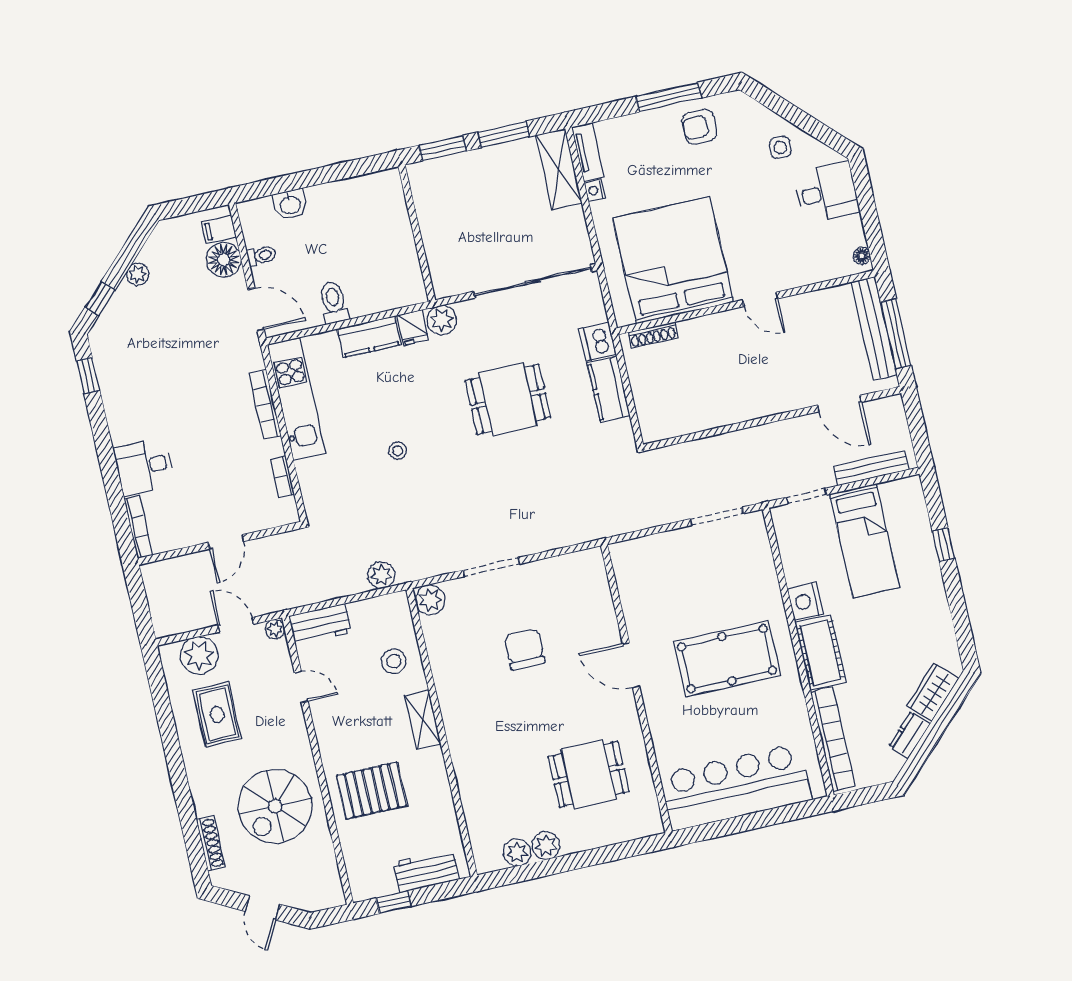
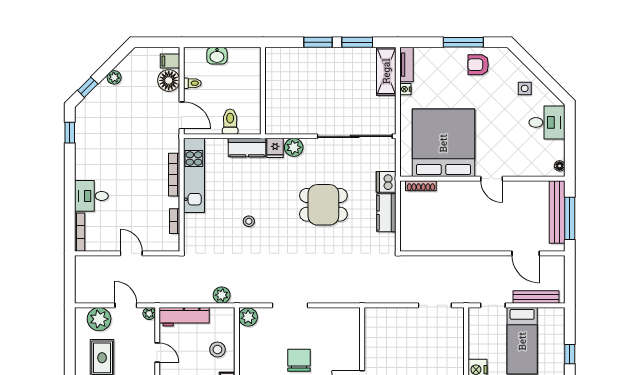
wall: (417, 233) -> (263, 91), moved
door: (226, 542) -> (131, 253), swing flipped
workbench: (320, 624) -> (184, 317), width x1.37

